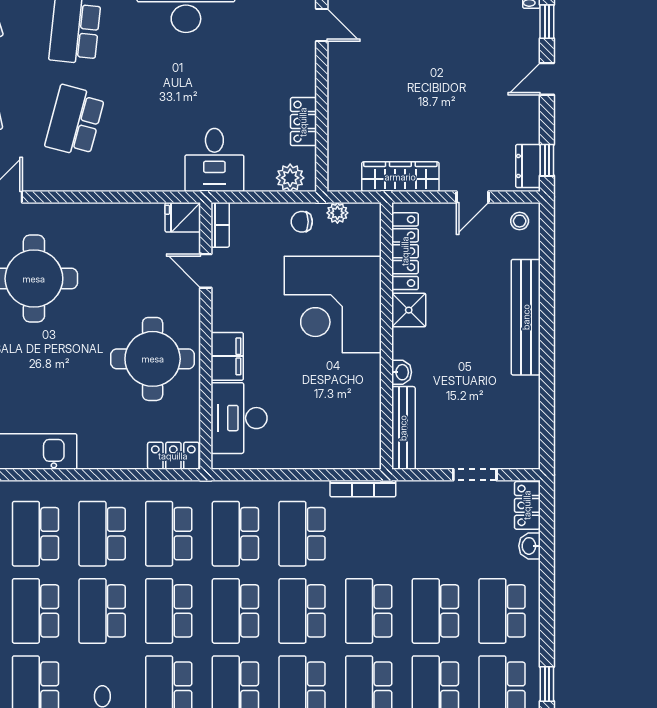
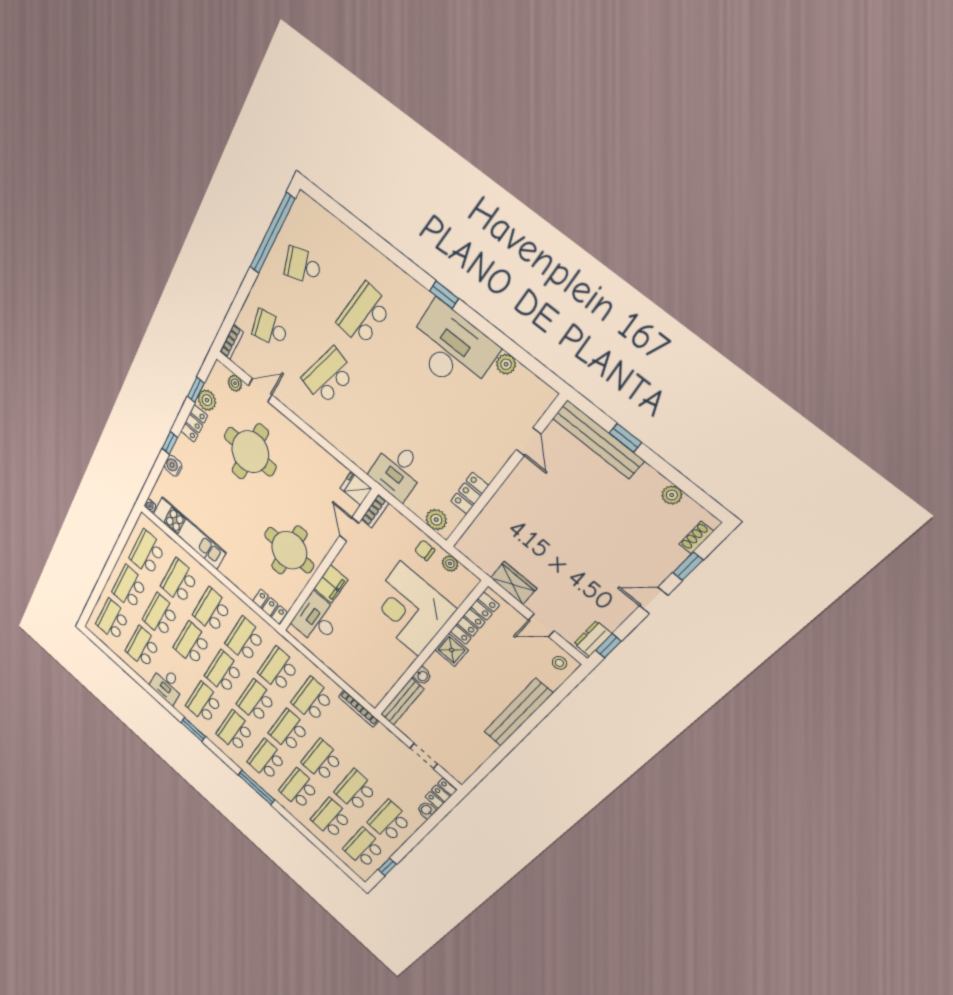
wardrobe: (400, 177) -> (514, 583), width x0.67

